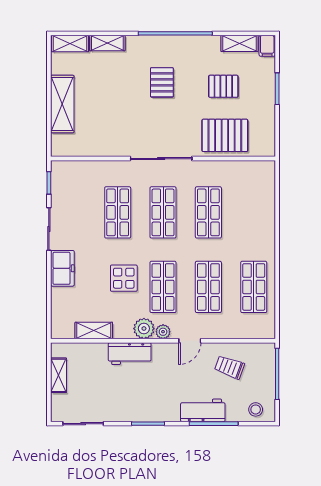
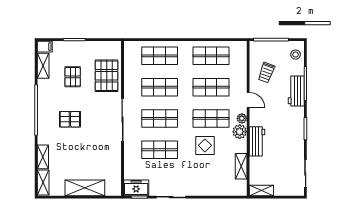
shop shelf: (254, 212) -> (160, 56), added
freezer: (62, 268) -> (136, 188), moved
shelving: (59, 375) -> (261, 190), moved

